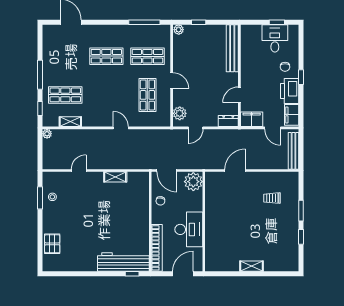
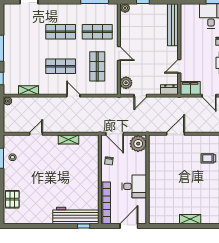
shop shelf: (65, 95) -> (61, 66), moved
desk: (189, 229) -> (134, 186), width x0.73

